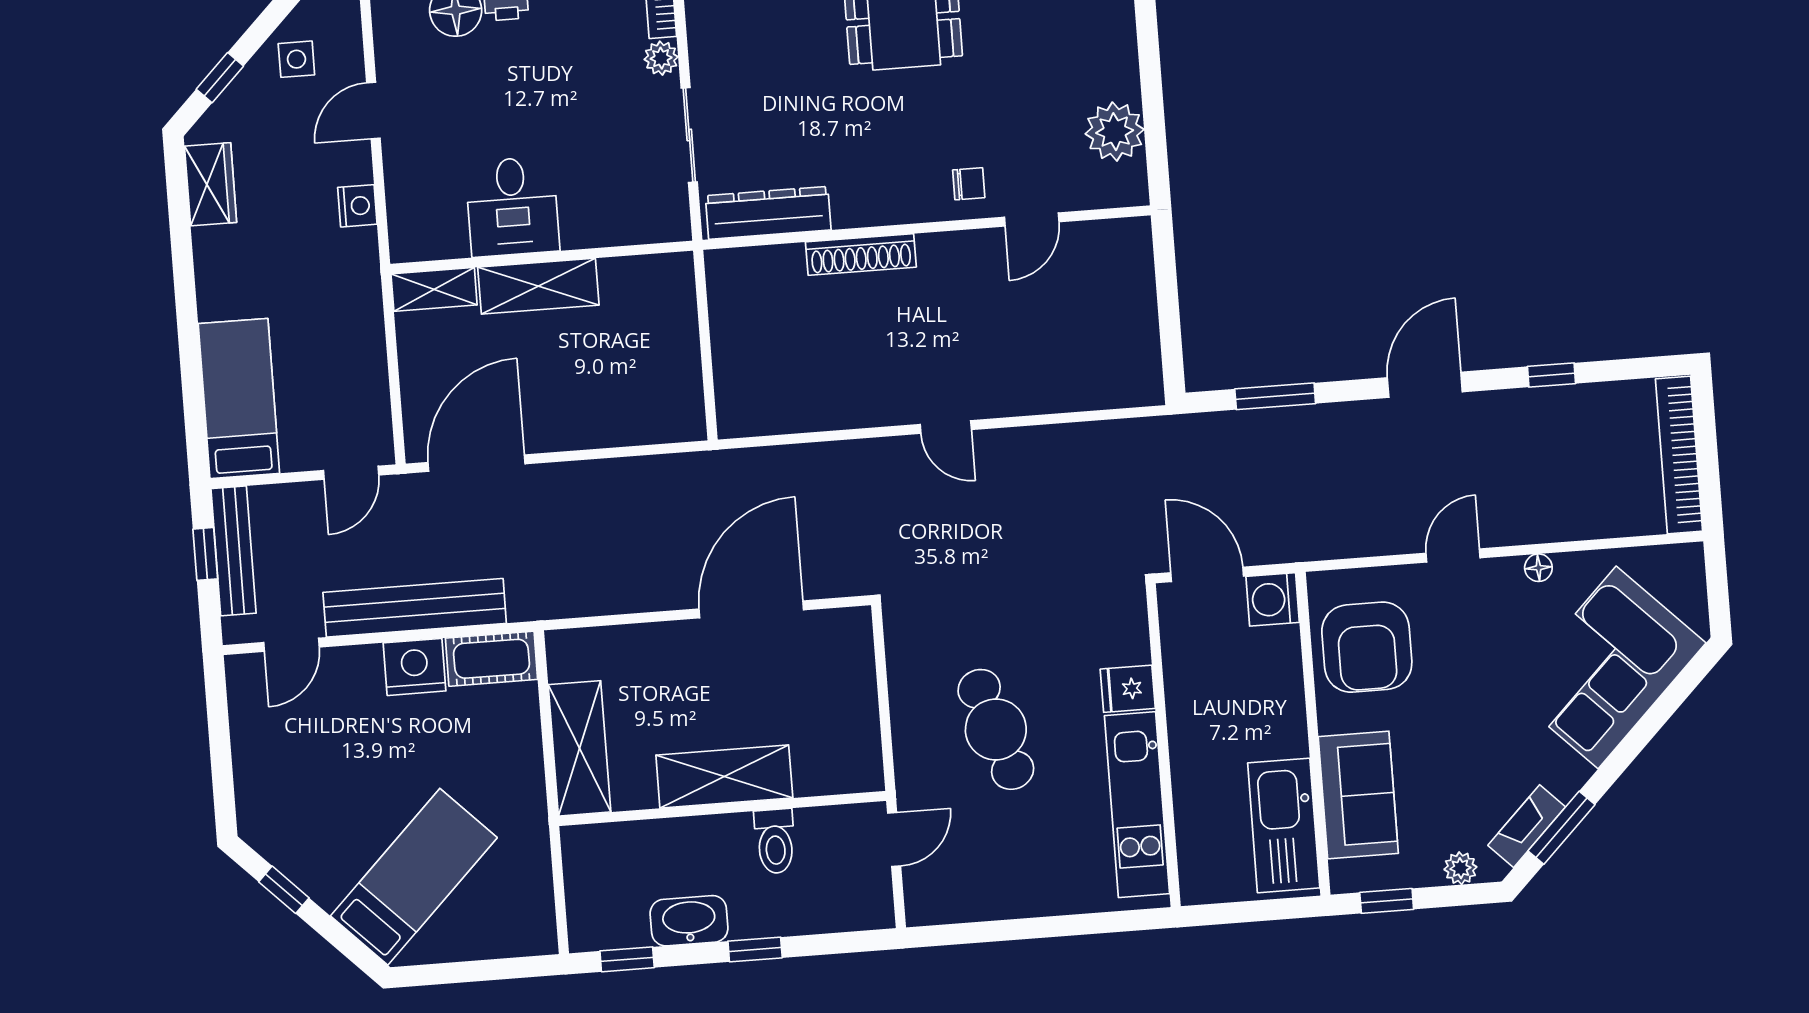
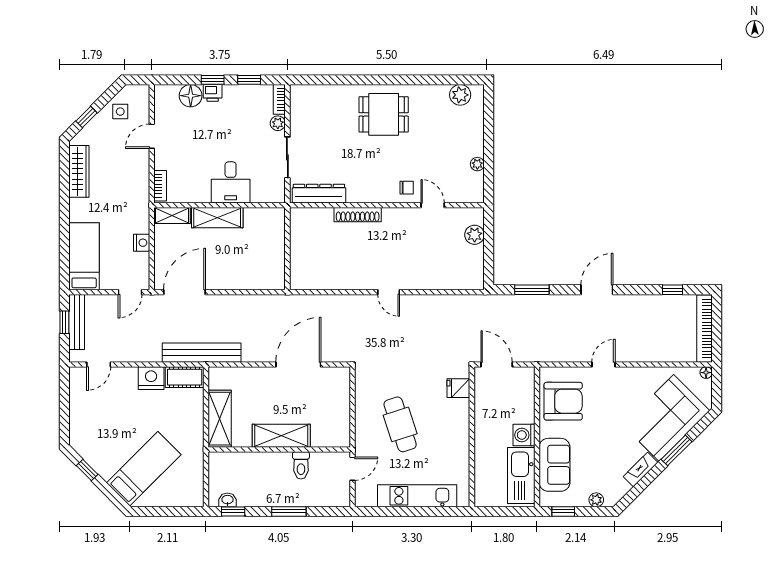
plant: (1115, 132) -> (477, 164), width x0.53, depth x0.53
wardrobe: (211, 184) -> (79, 171), width x1.50
nightstand: (357, 206) -> (142, 243), moved
desk: (512, 207) -> (231, 182), moved
door: (1032, 219) -> (433, 205), swing flipped
bookcase: (401, 223) -> (160, 186), added
plant: (1133, 280) -> (475, 235), added
window: (1551, 375) -> (672, 290), moved
floor lamp: (1538, 568) -> (706, 373), moved
washing machine: (1273, 599) -> (524, 435), moved
bench: (415, 608) -> (202, 353), moved
armchair: (1367, 647) -> (563, 401), turned -90
fridge: (1128, 689) -> (458, 388), moved
kitchen unit: (1137, 805) -> (417, 496), moved, turned 90
fireplace: (1527, 826) -> (641, 470), moved
window: (1561, 828) -> (677, 450), moved
washbasin: (689, 921) -> (227, 500), moved, width x0.52, depth x0.69
window: (755, 949) -> (289, 511), width x1.50

